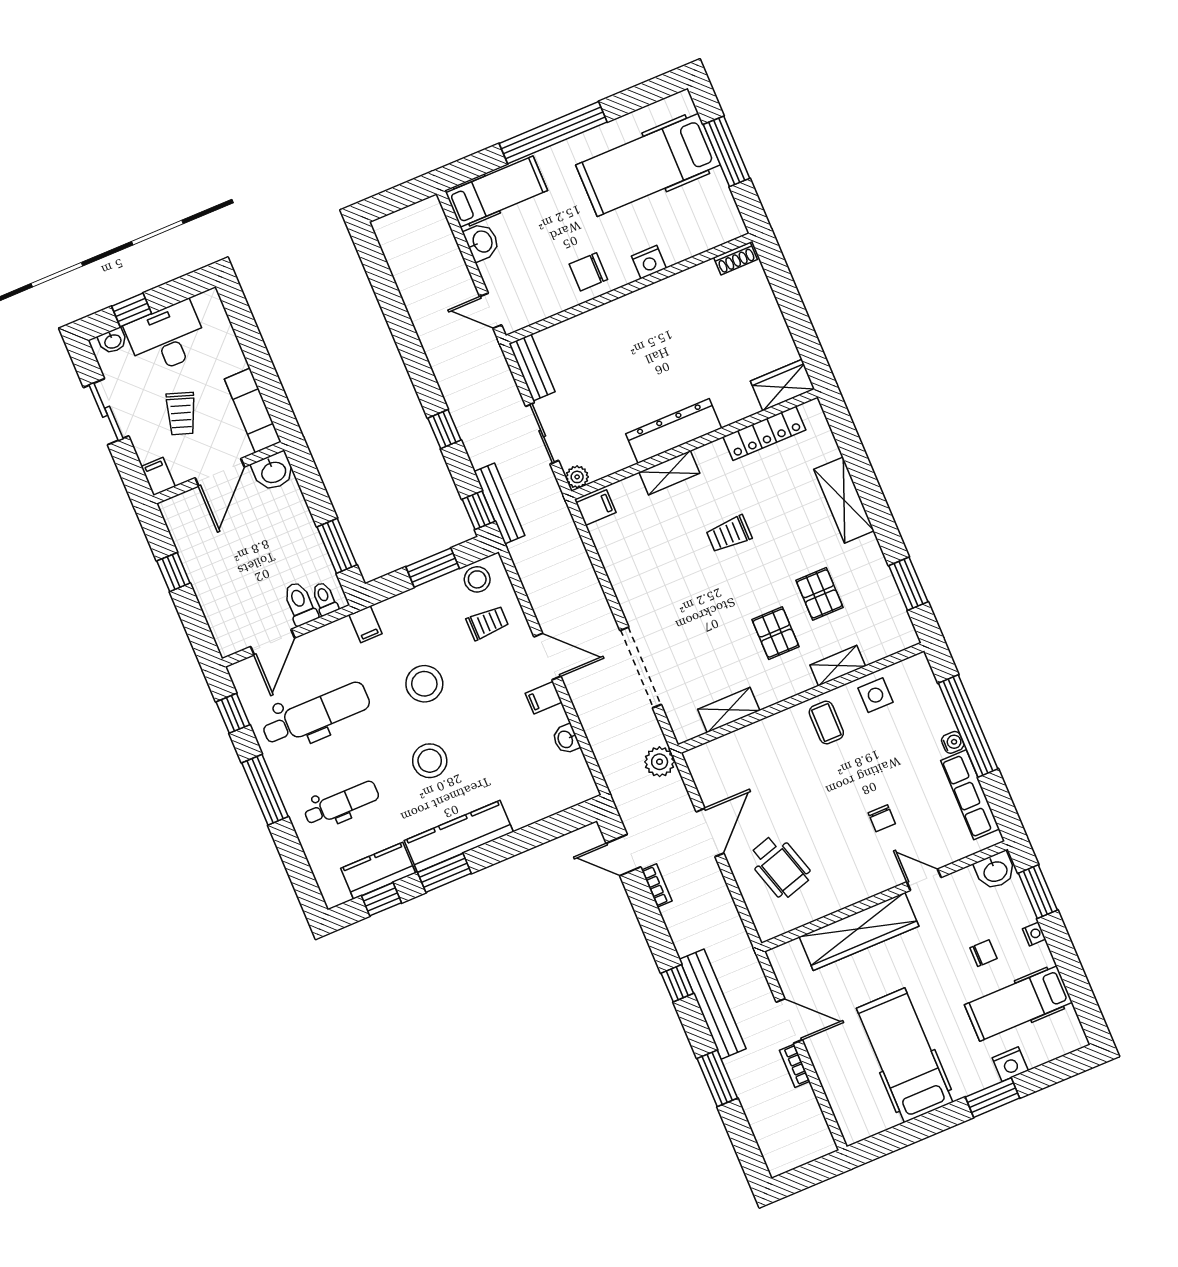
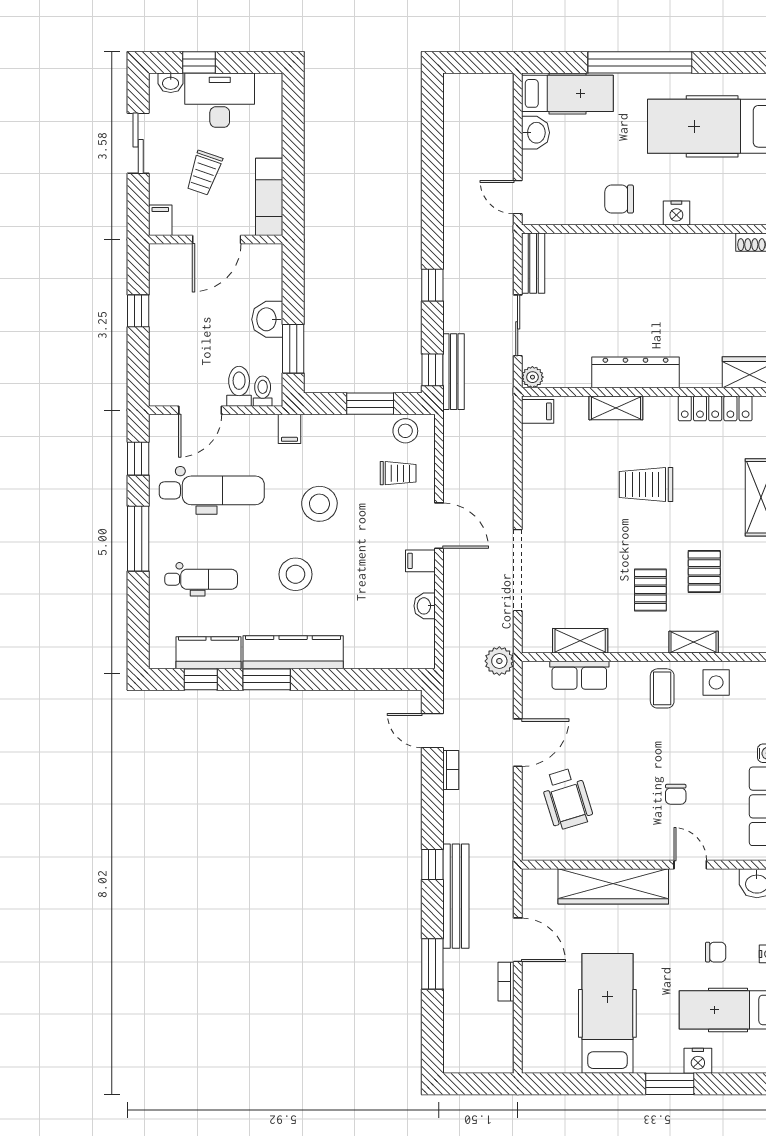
washbasin: (273, 472) -> (267, 319), moved, turned 90
trolley: (729, 534) -> (646, 484), width x1.36, depth x1.39
row of seats: (742, 743) -> (579, 675), added

